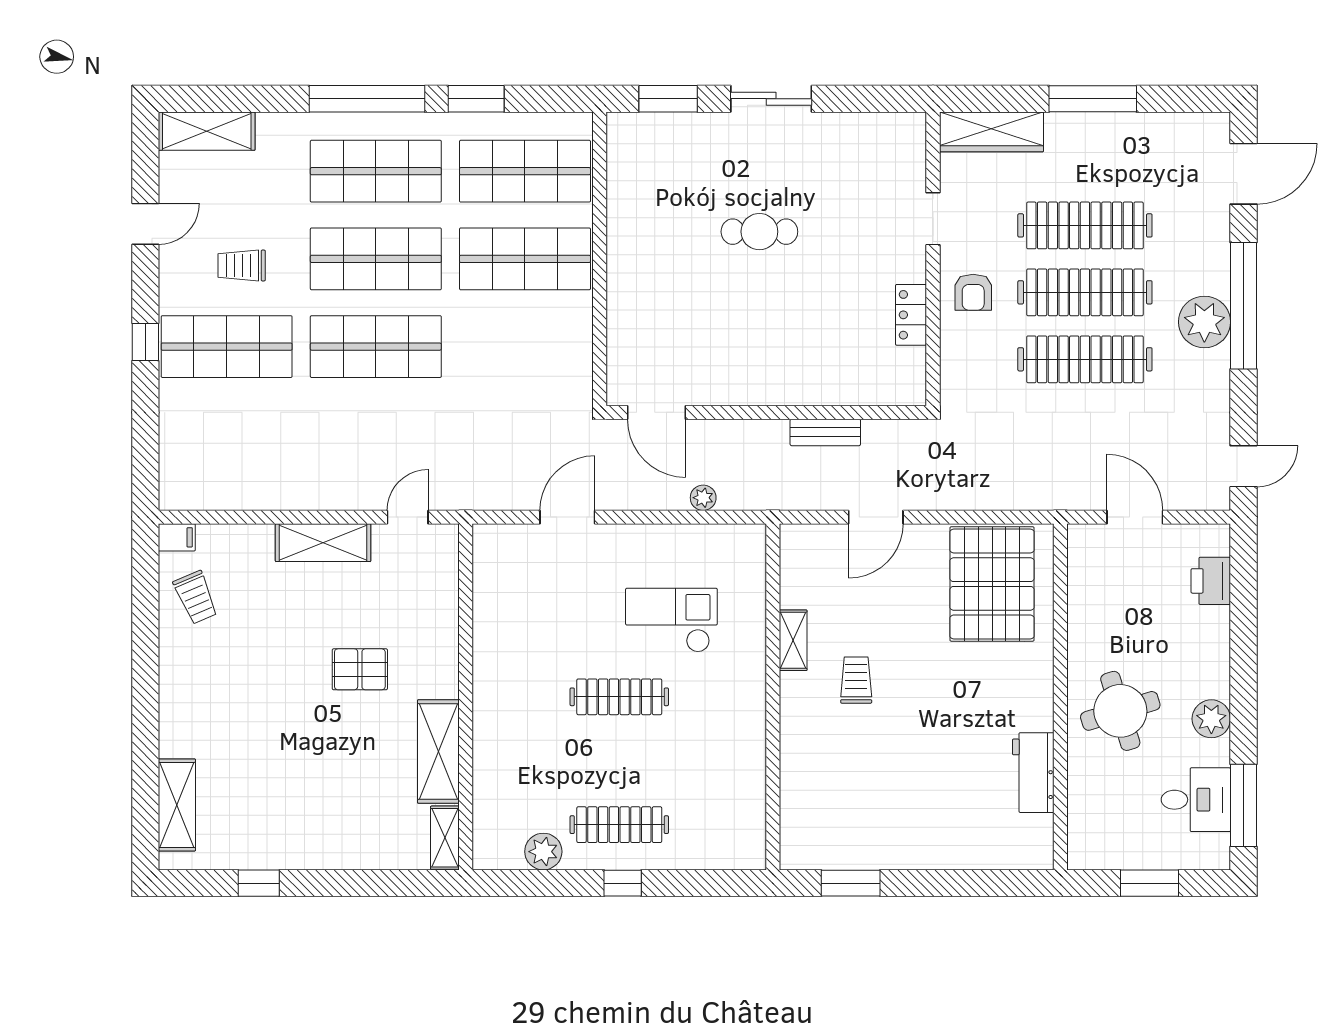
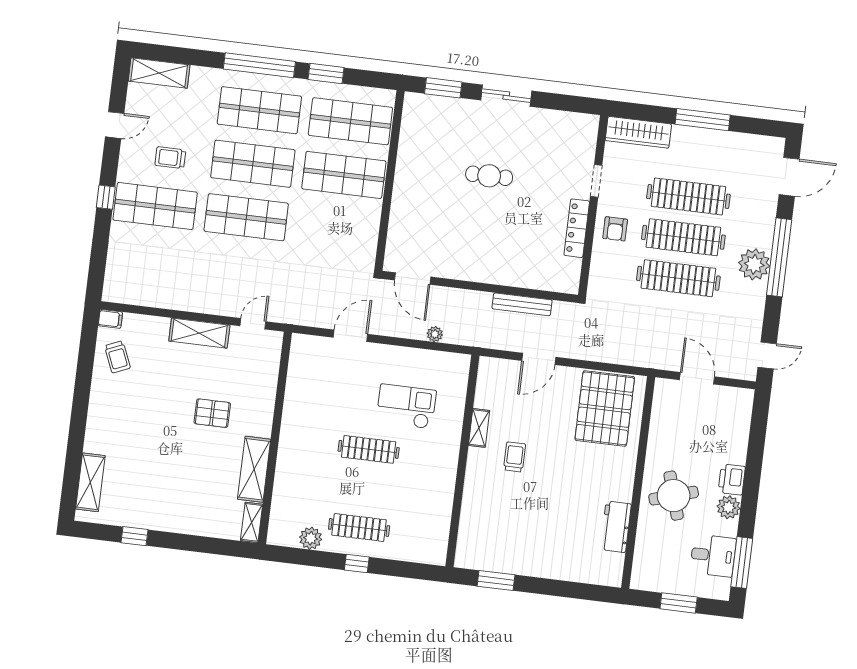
locker: (911, 315) -> (577, 228), width x1.53
bench: (825, 432) -> (522, 304), width x1.36
printer: (1211, 581) -> (732, 479), moved

